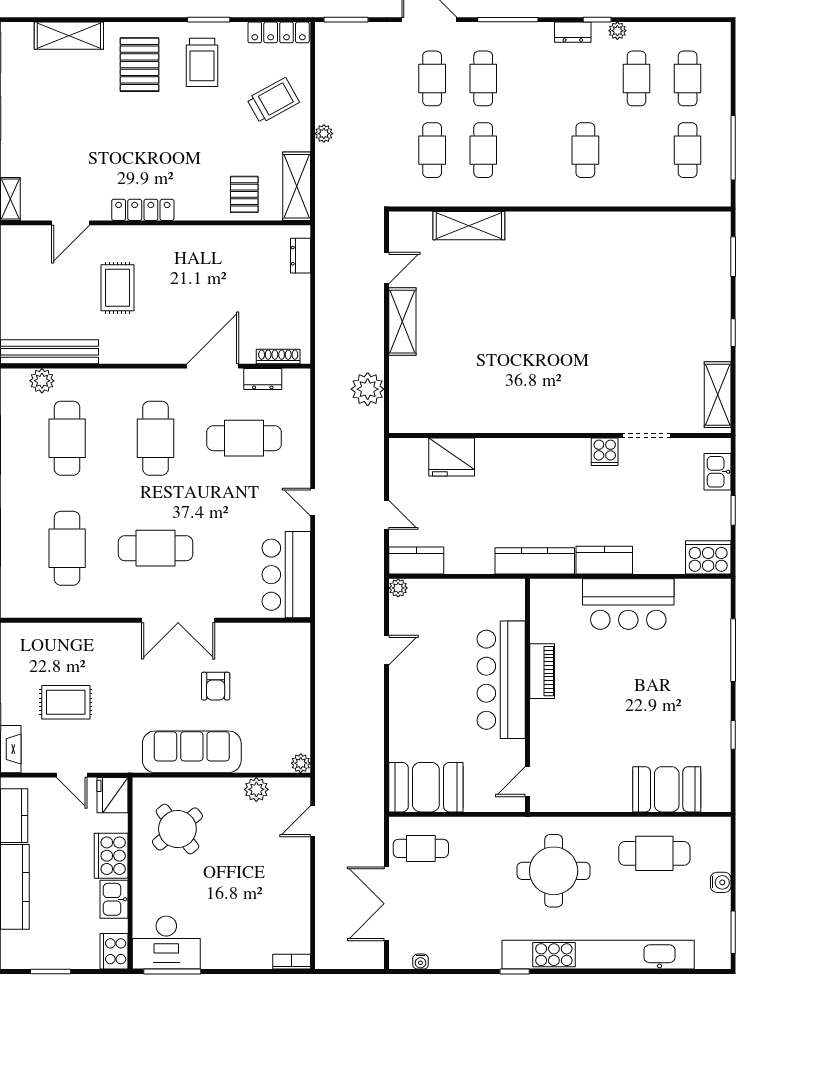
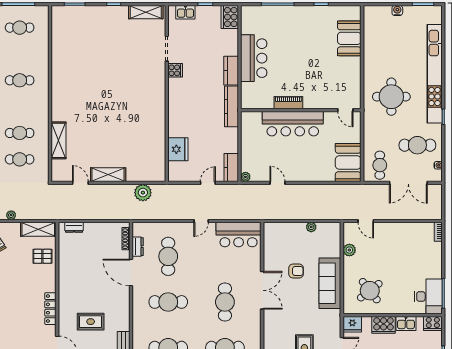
plant: (301, 763) -> (311, 227), moved
cafe table: (654, 853) -> (417, 145), moved, turned 90

